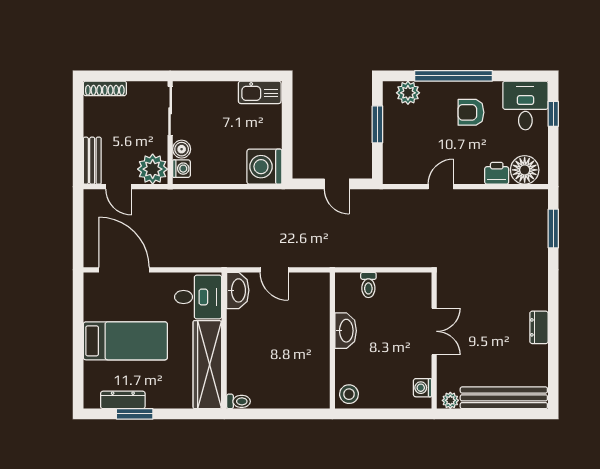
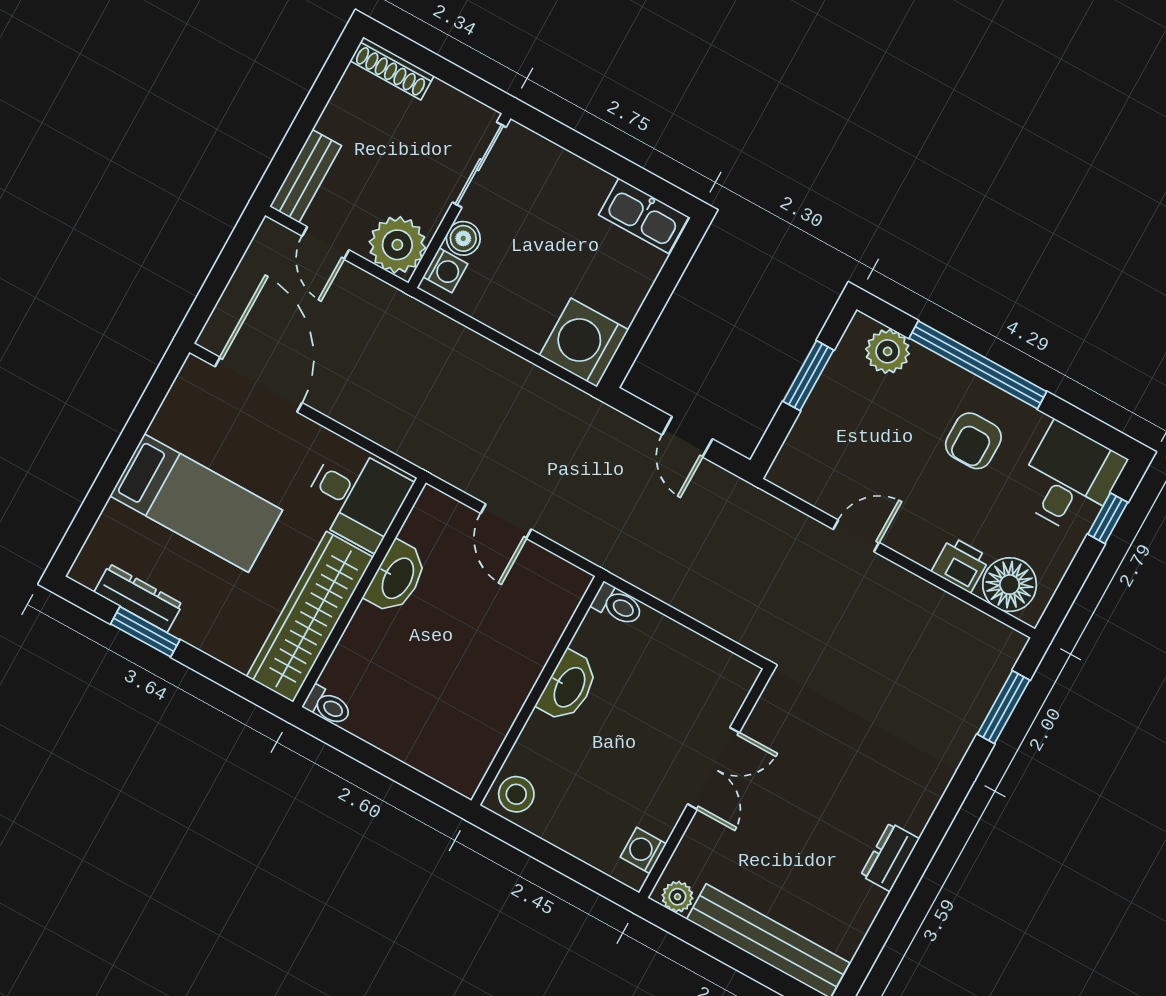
armchair: (471, 112) -> (973, 441), turned -90
toilet: (368, 285) -> (617, 605), moved, turned -90
washbasin: (238, 290) -> (397, 578), moved

